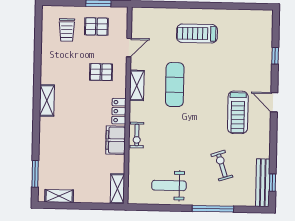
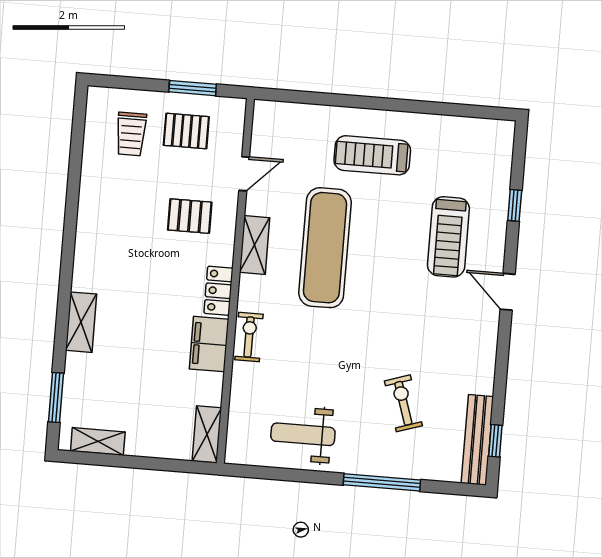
exercise mat: (175, 85) -> (325, 248), width x1.36, depth x1.45
shelving: (47, 100) -> (81, 322), moved
treadmill: (238, 112) -> (448, 237), moved
exercise bike: (137, 135) -> (249, 337), turned 180

